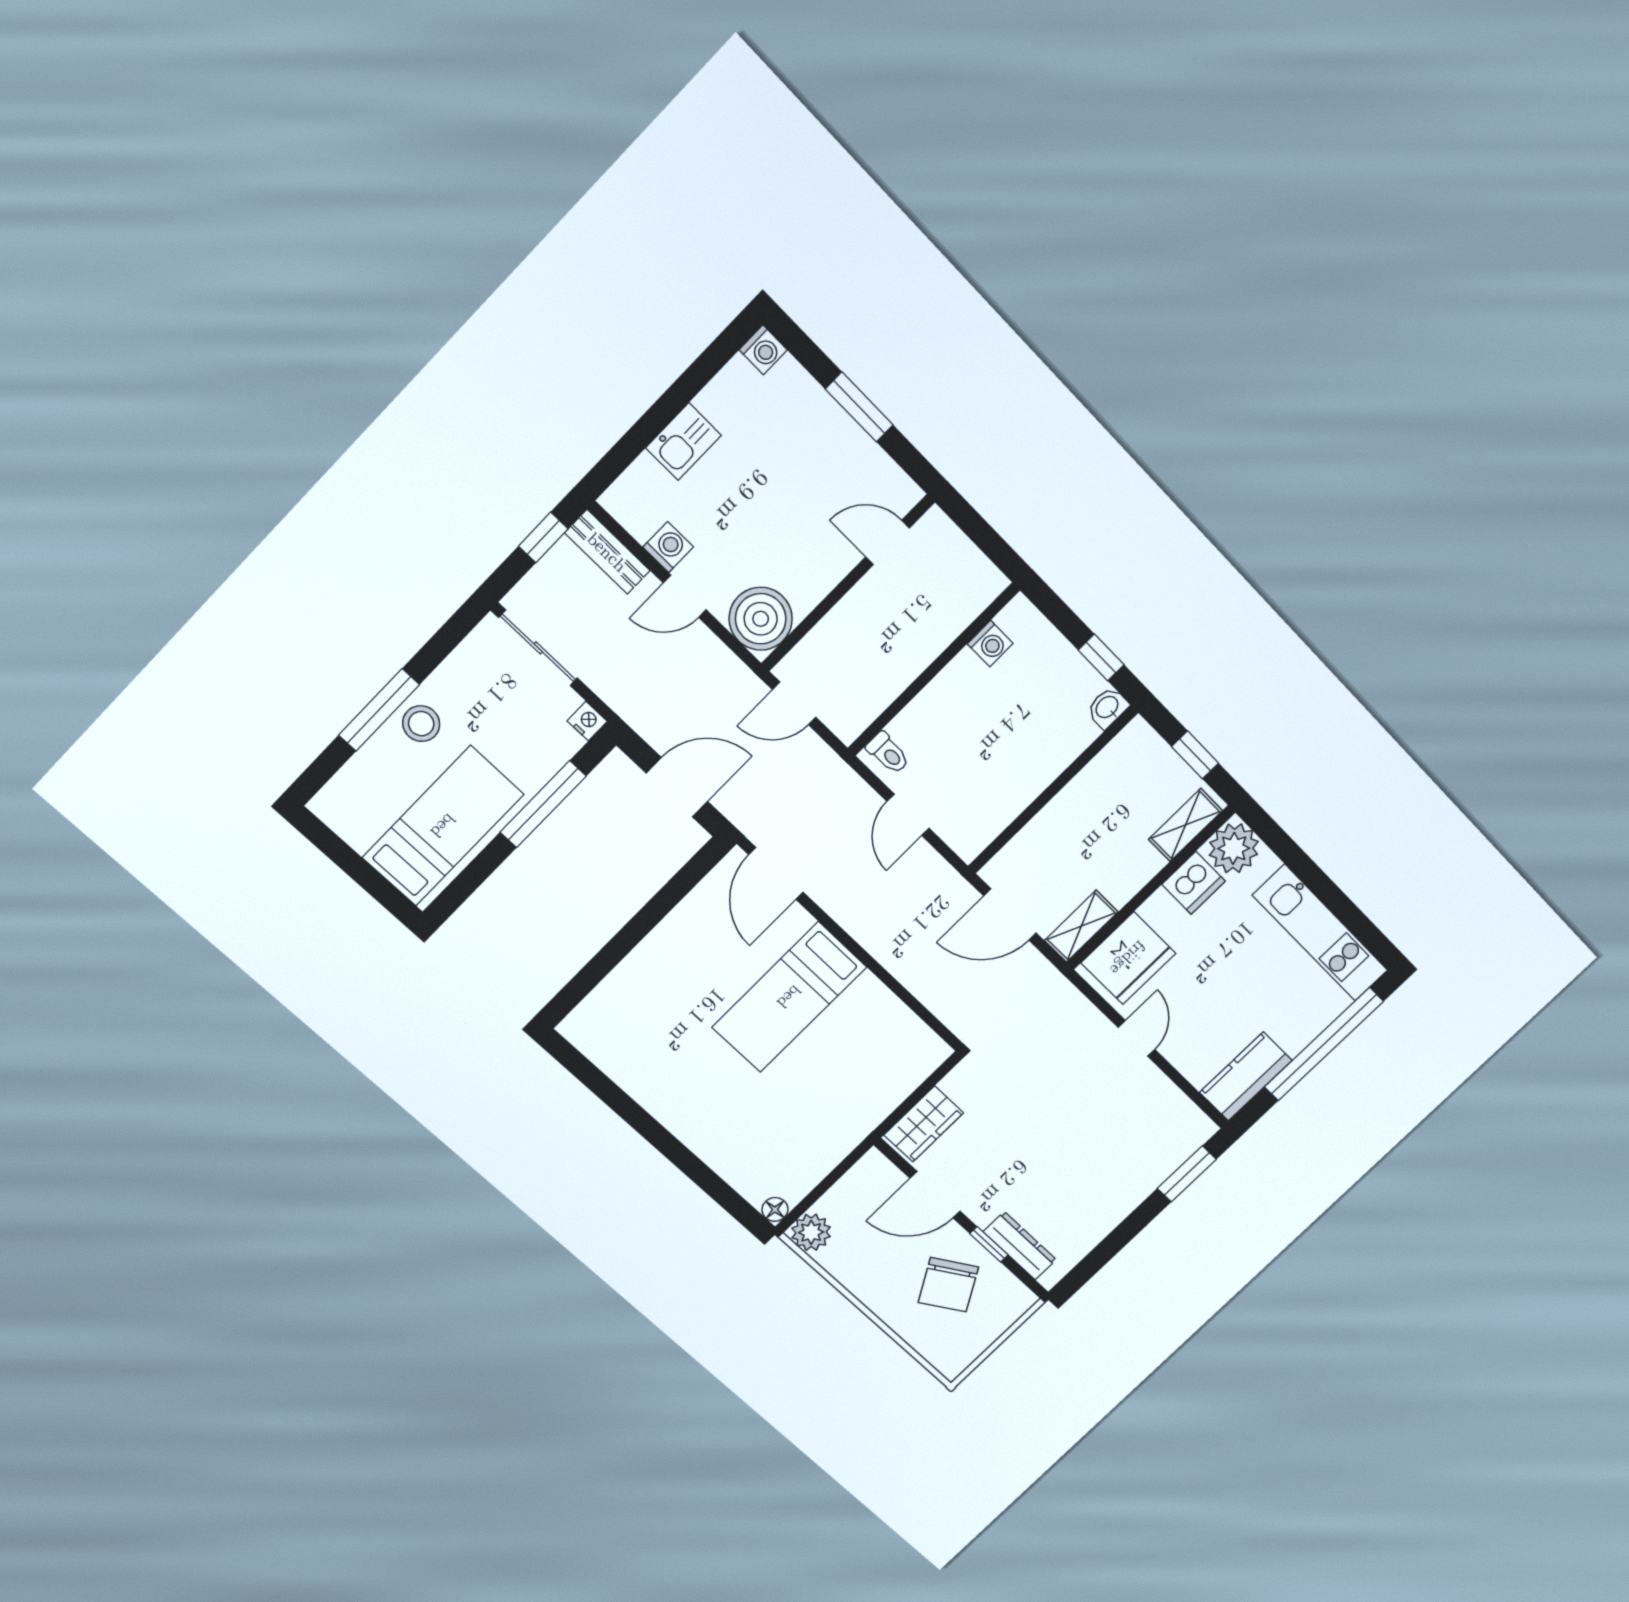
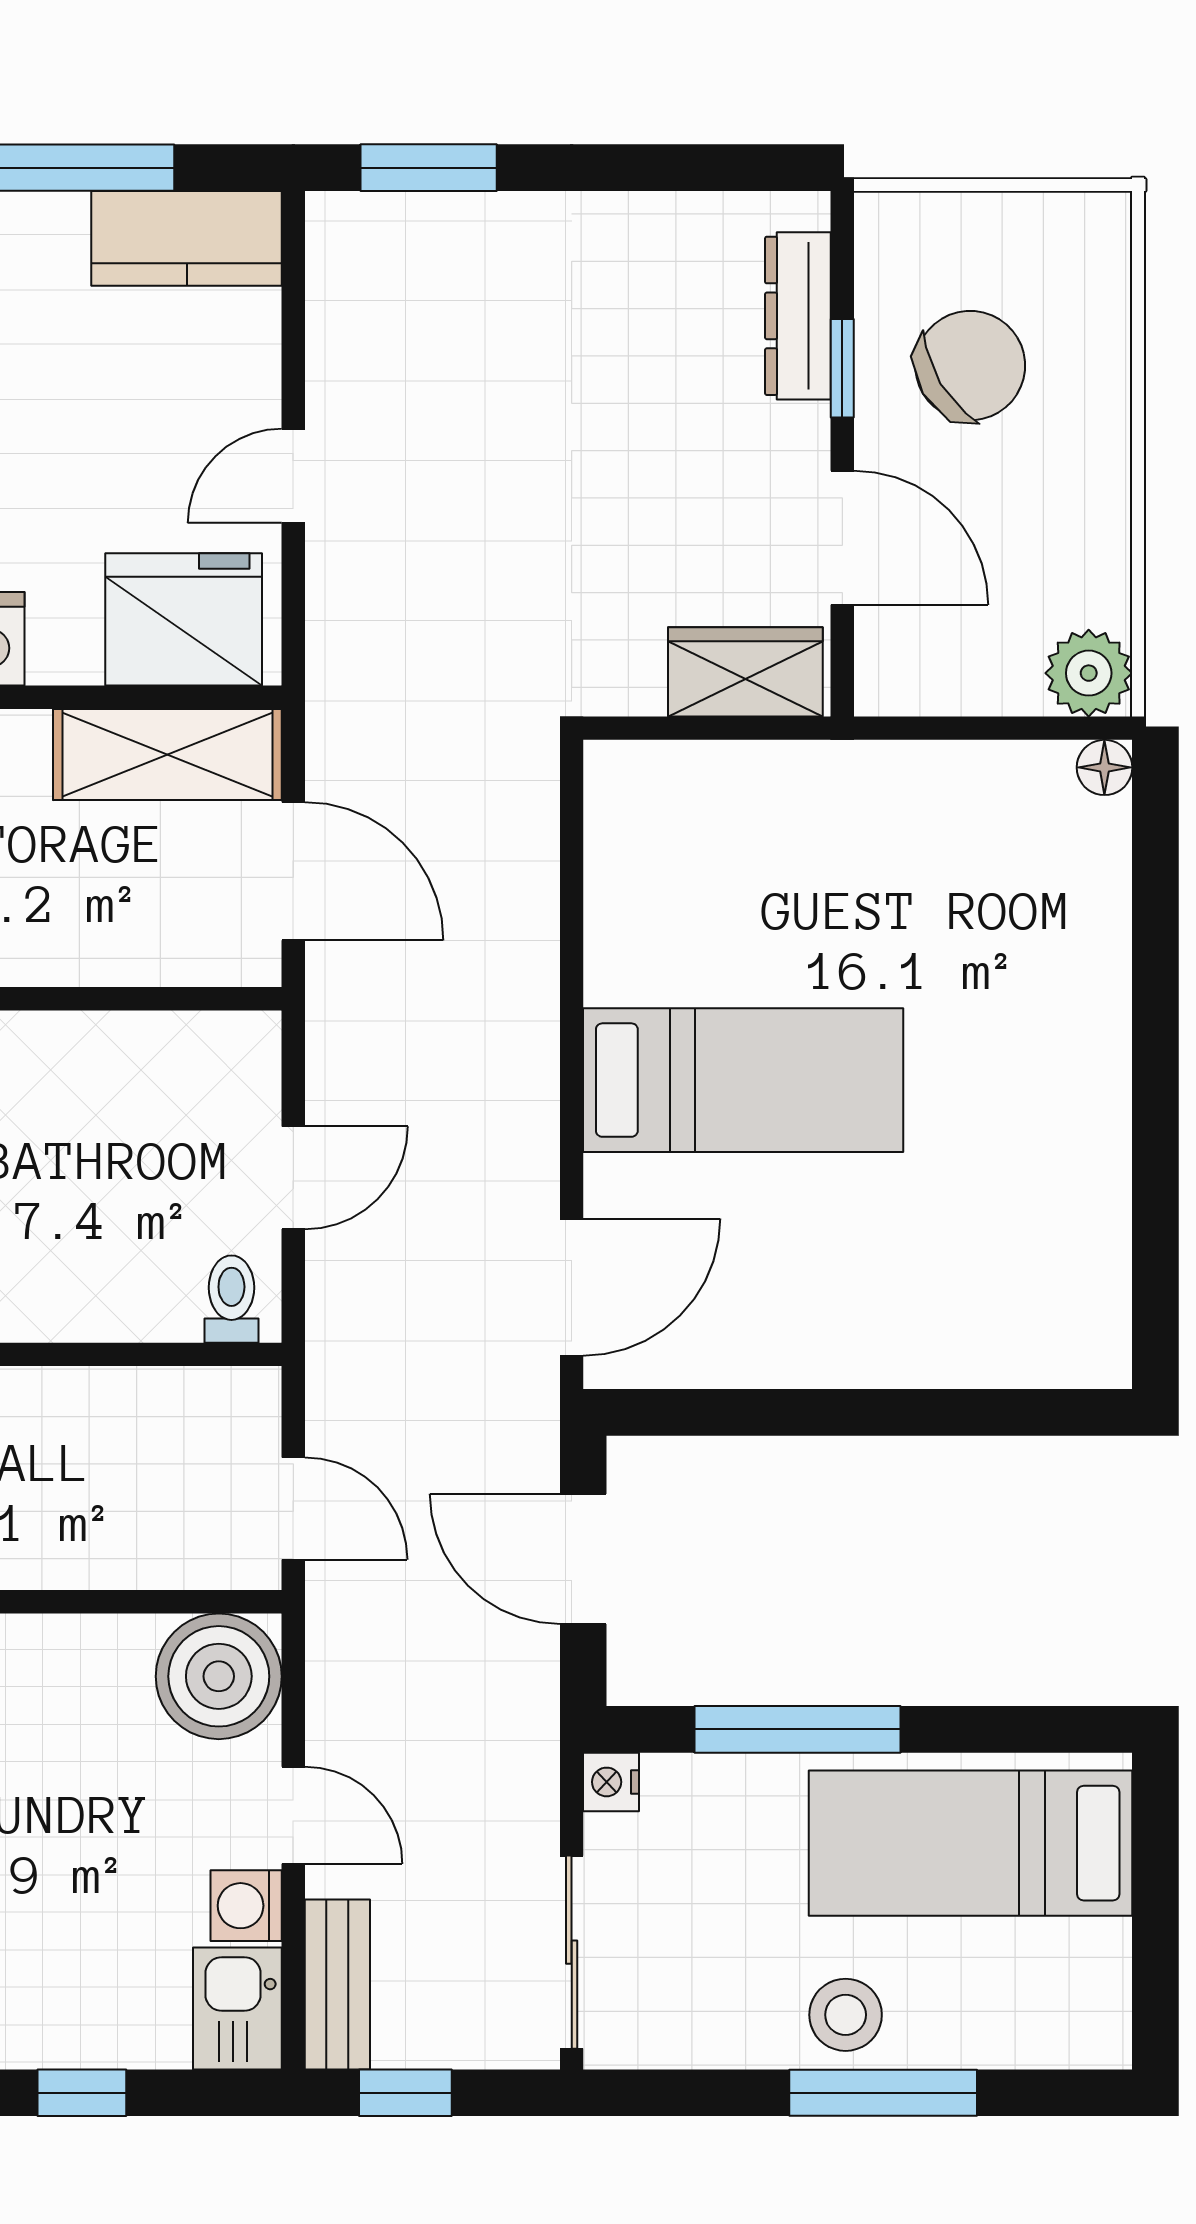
window: (657, 418) -> (82, 2093), added
kitchen sink: (683, 442) -> (237, 2008), moved, turned -90
shelving: (1081, 926) -> (167, 755), width x1.50, depth x1.33

